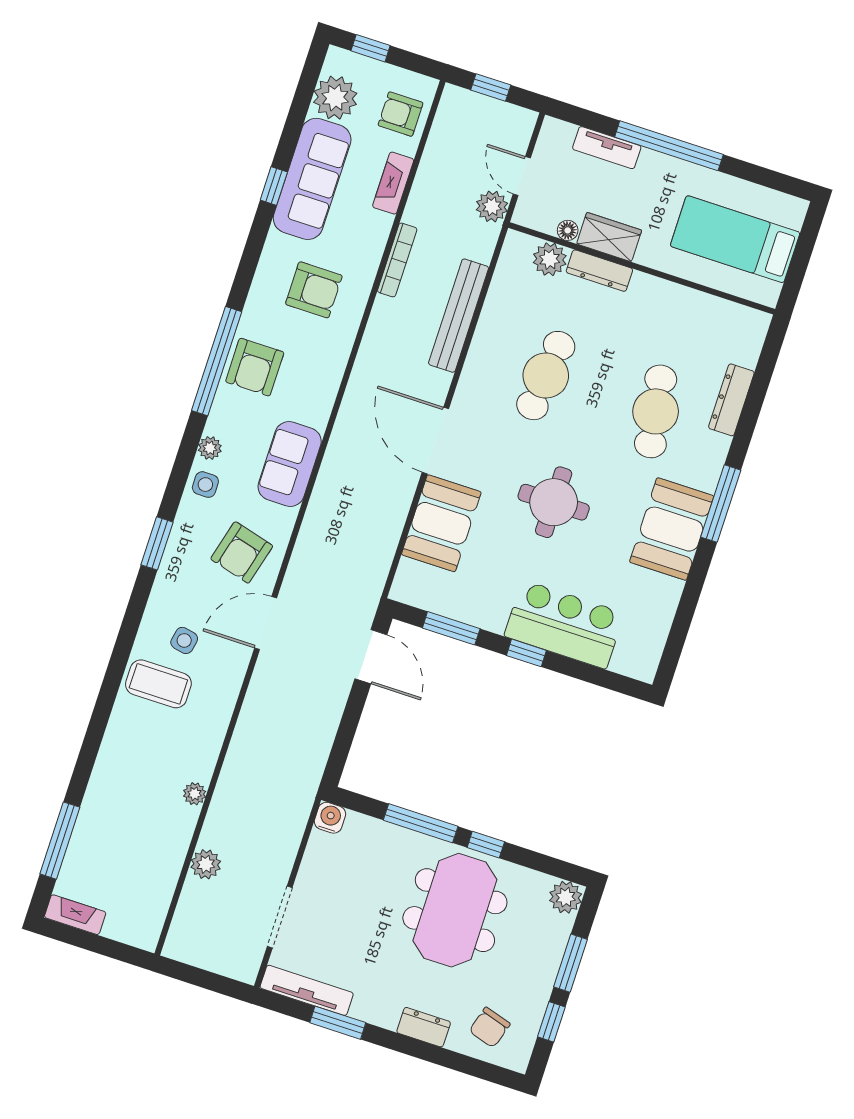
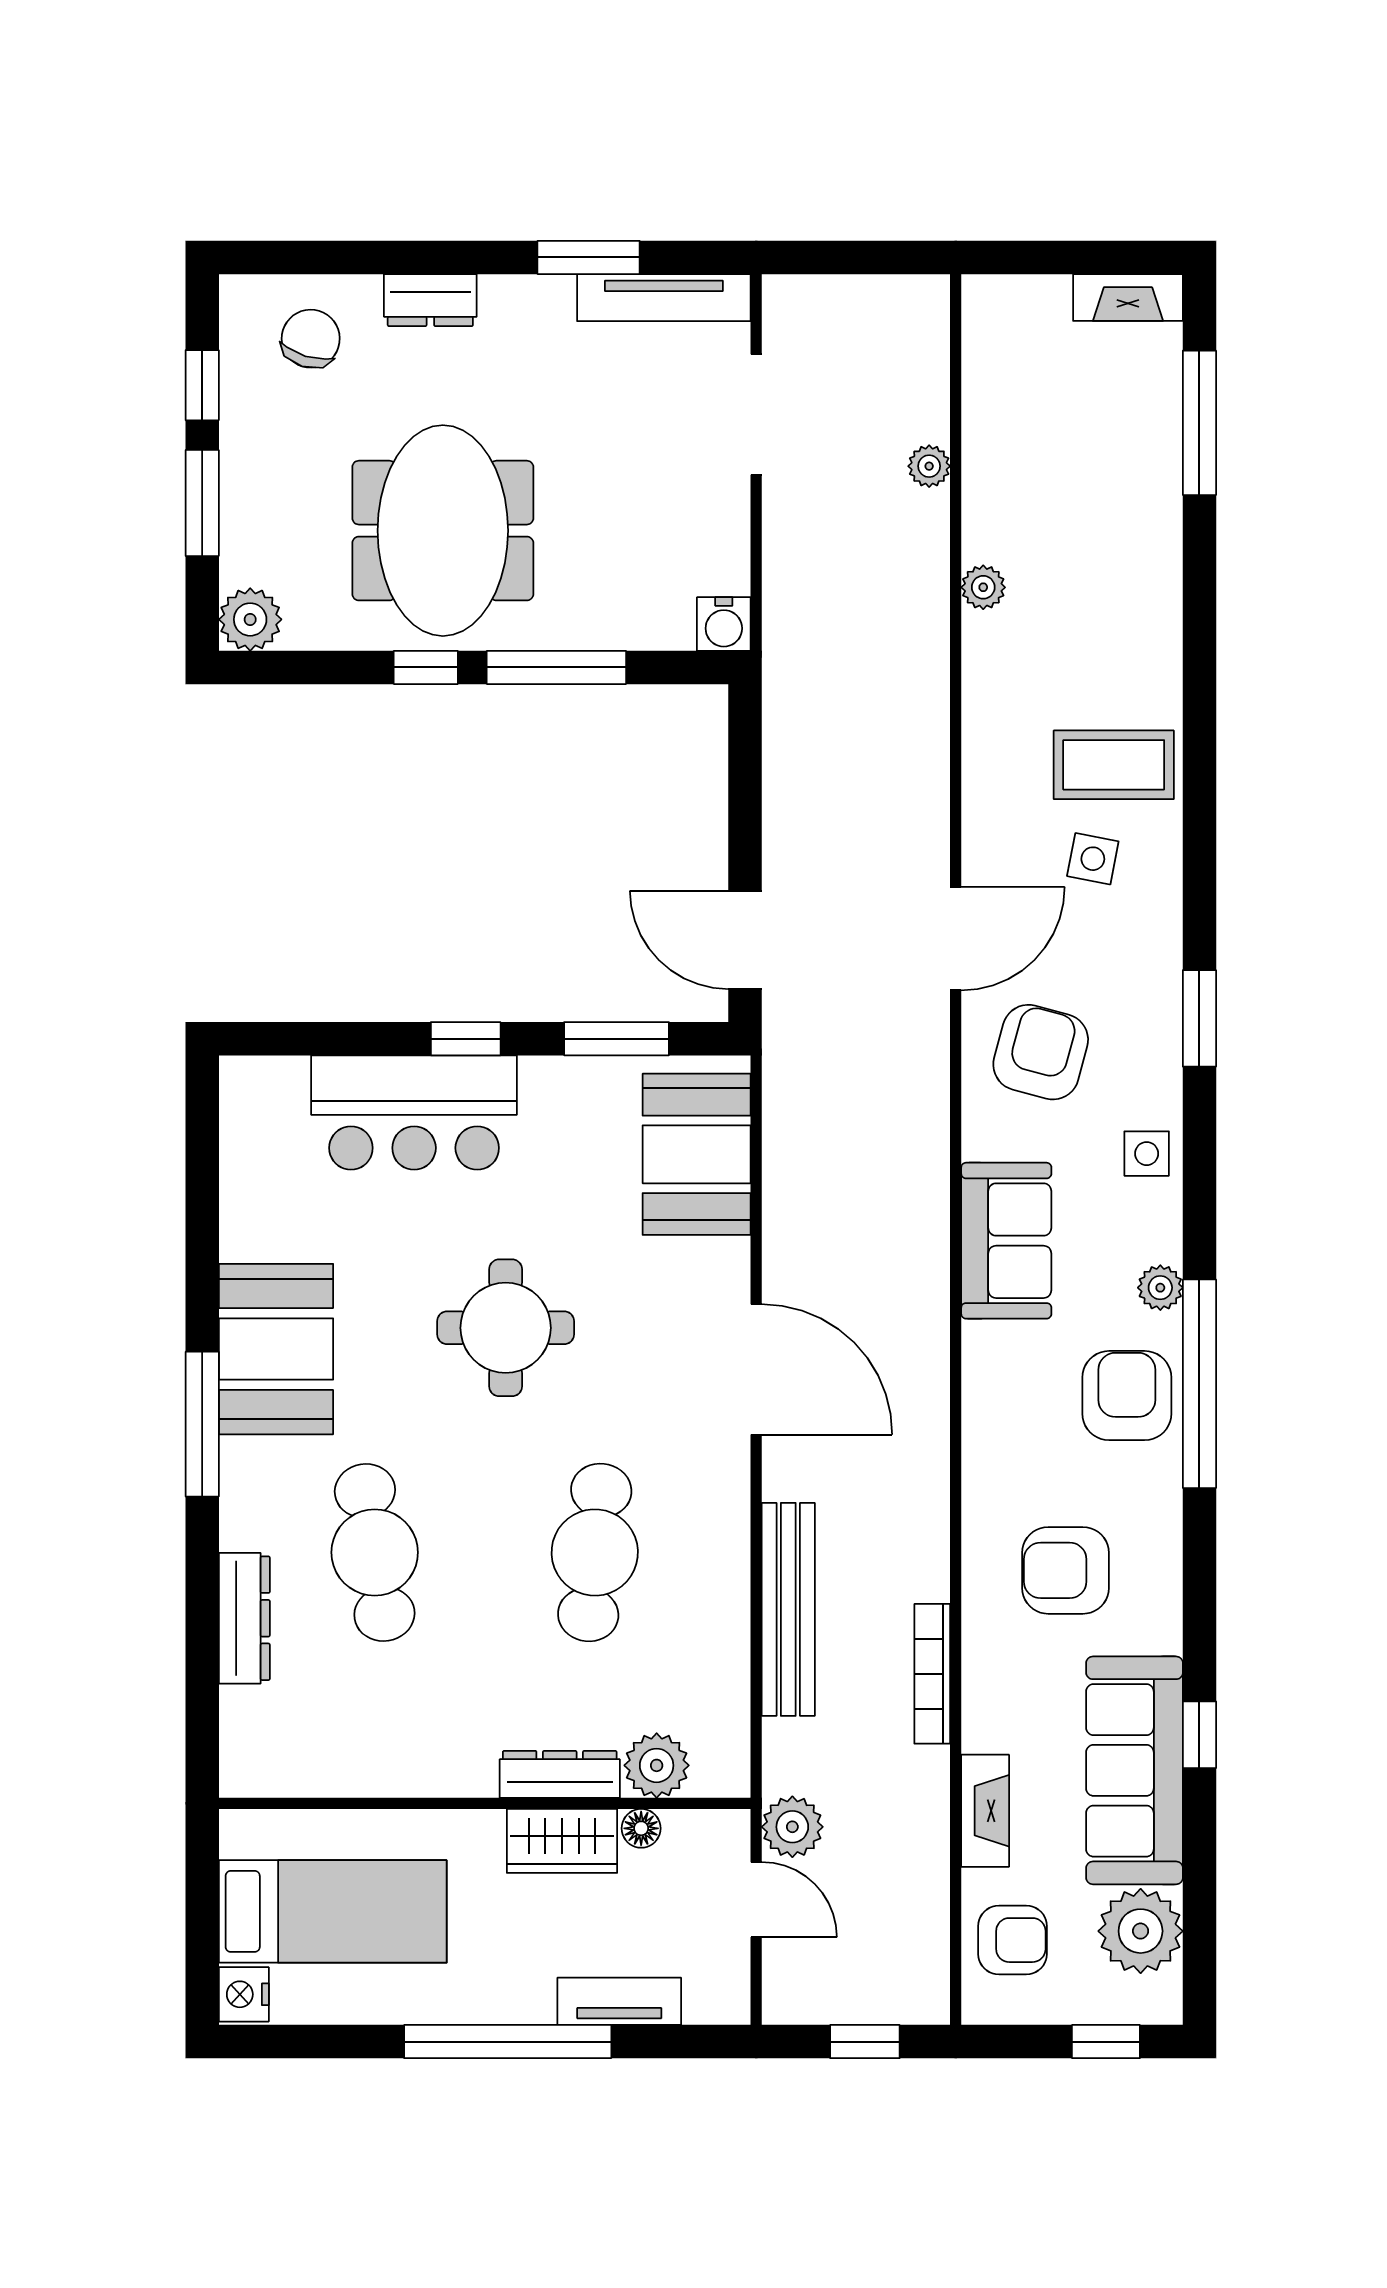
nightstand: (793, 212) -> (244, 1994), added
plant: (210, 448) -> (1160, 1288), moved
booth: (441, 523) -> (697, 1154), moved
plant: (206, 864) -> (929, 466), width x0.73, depth x0.73

